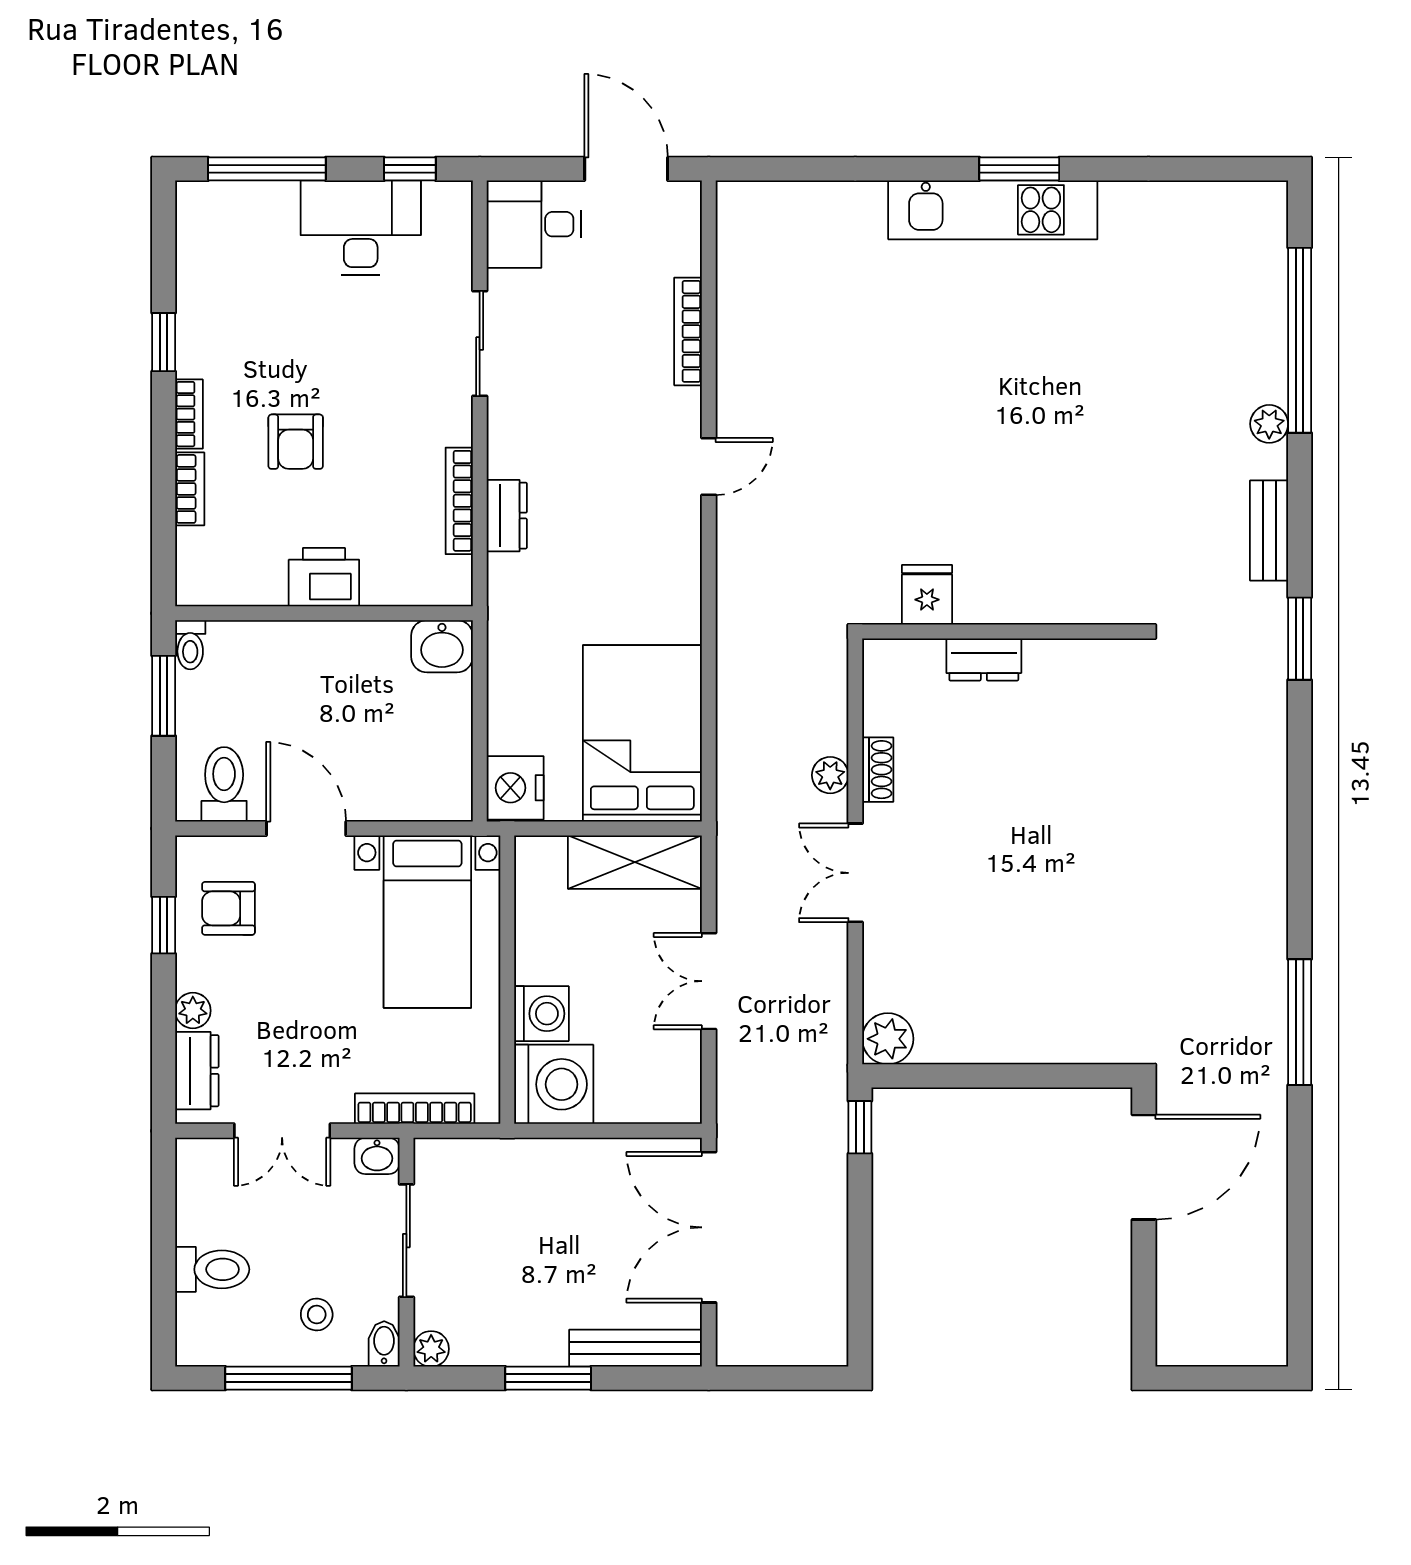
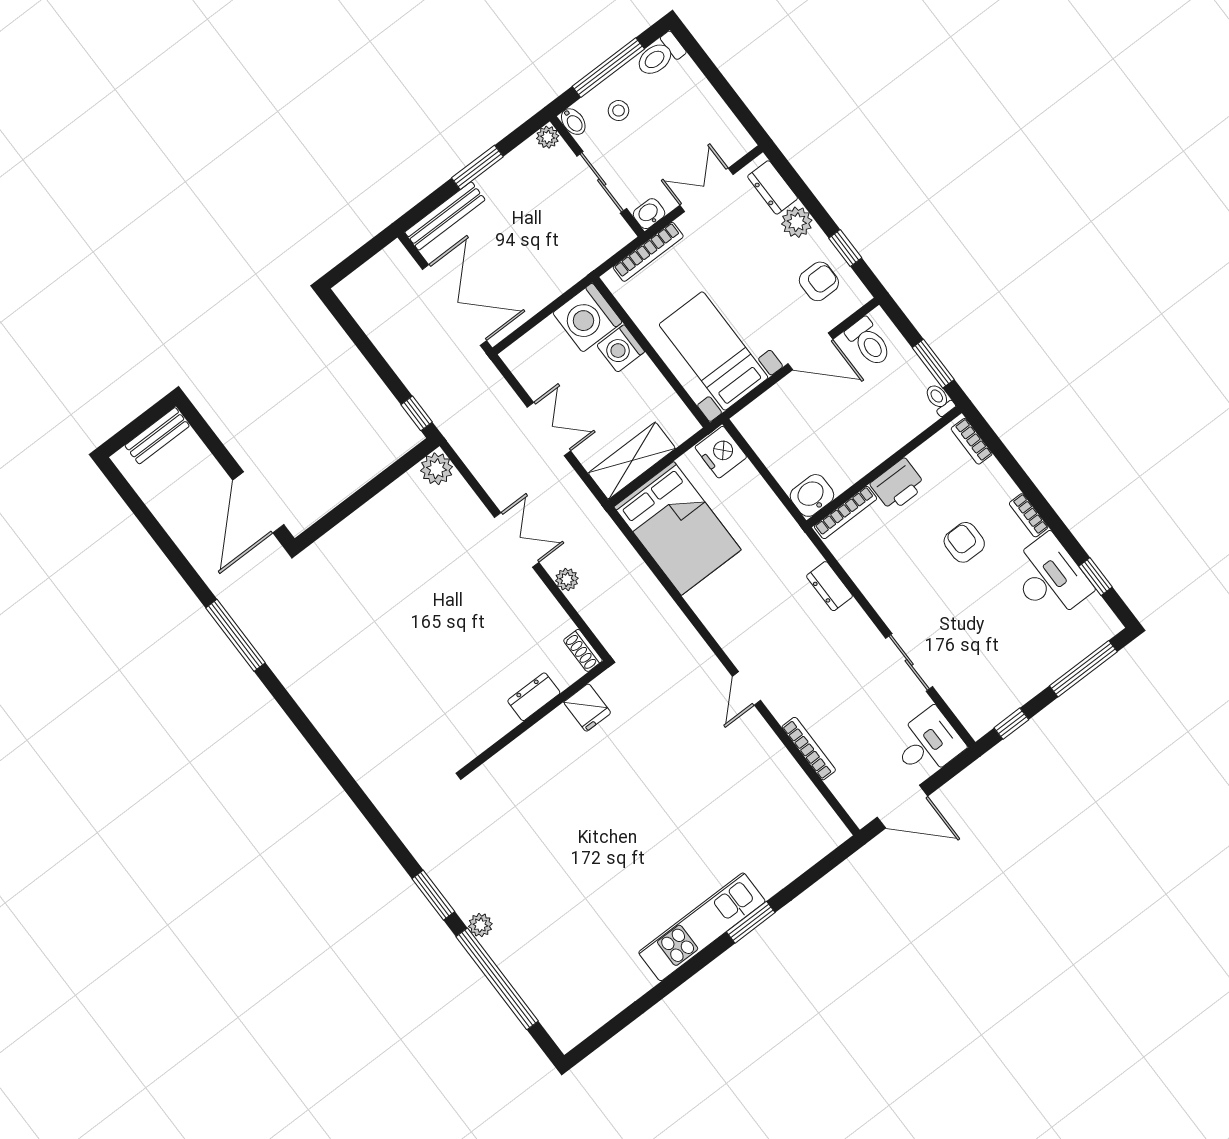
window: (1019, 169) -> (751, 922), moved
desk: (361, 228) -> (1050, 578), moved, turned -90
window: (164, 342) -> (1095, 577), moved
bookcase: (190, 489) -> (972, 441), moved
bookcase: (459, 501) -> (845, 513), moved, turned 90
bench: (1269, 531) -> (157, 436), moved, turned 90
window: (1300, 639) -> (433, 895), moved
shoe rack: (878, 770) -> (583, 650), moved
plant: (193, 1011) -> (797, 222), width x1.38, depth x1.38
toilet: (212, 1269) -> (660, 55), moved

